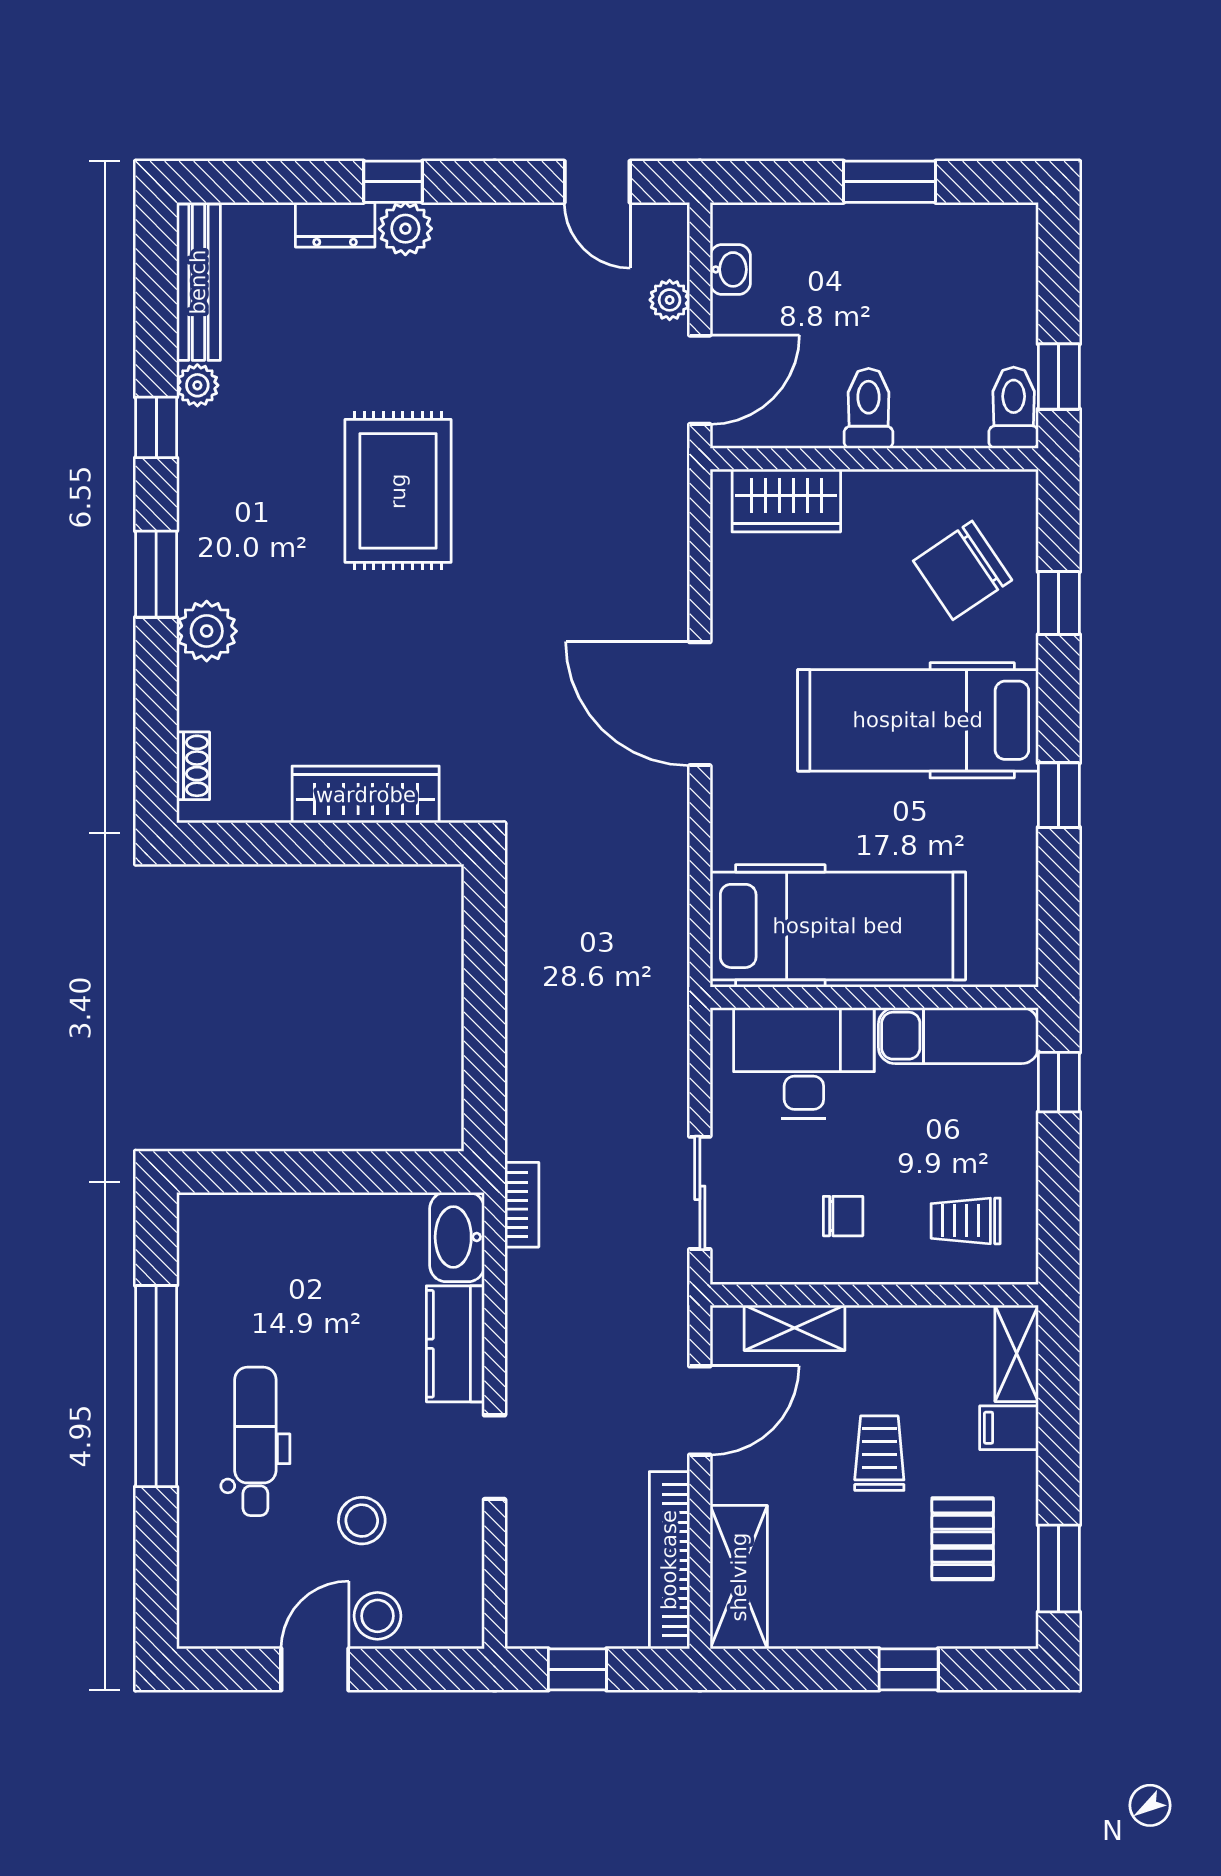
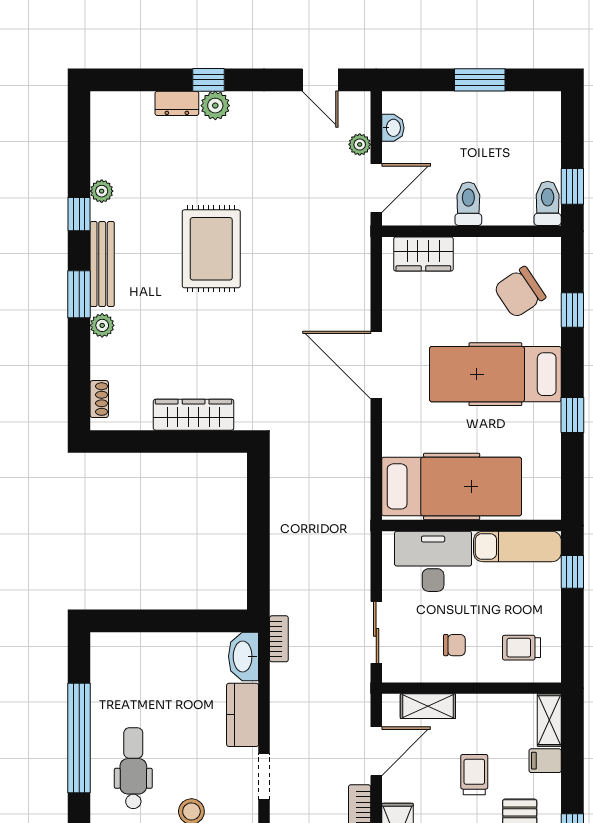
bench: (198, 282) -> (102, 264), moved
plant: (207, 631) -> (102, 325), width x0.73, depth x0.73

